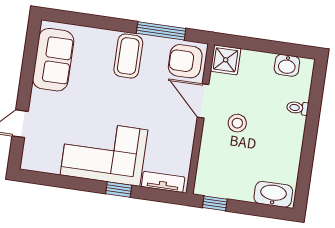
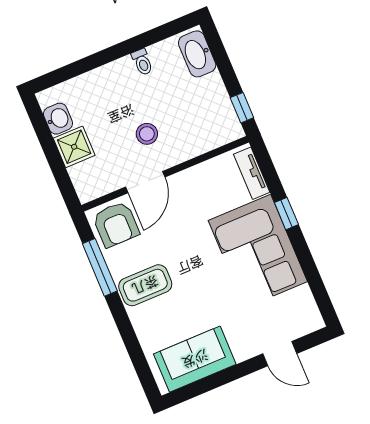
shower: (226, 60) -> (74, 147), moved
toilet: (297, 108) -> (142, 62), moved

